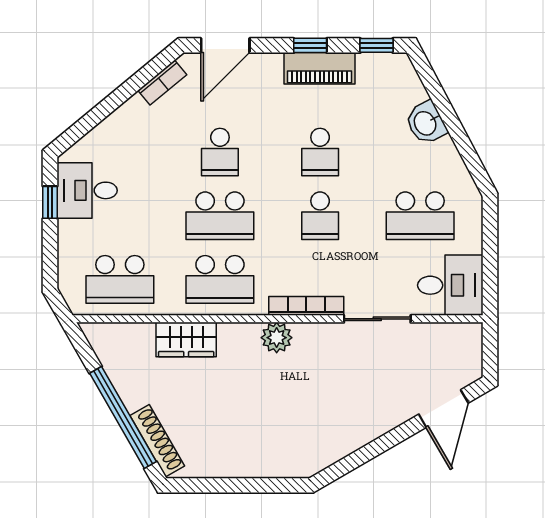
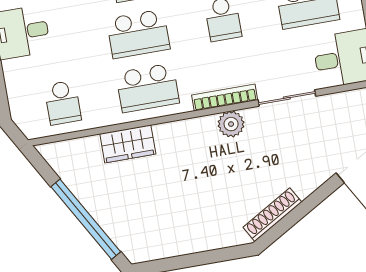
school desk: (120, 279) -> (63, 103), width x0.54
plant: (277, 338) -> (231, 124), moved
shoe rack: (157, 441) -> (272, 215), moved, turned -90

